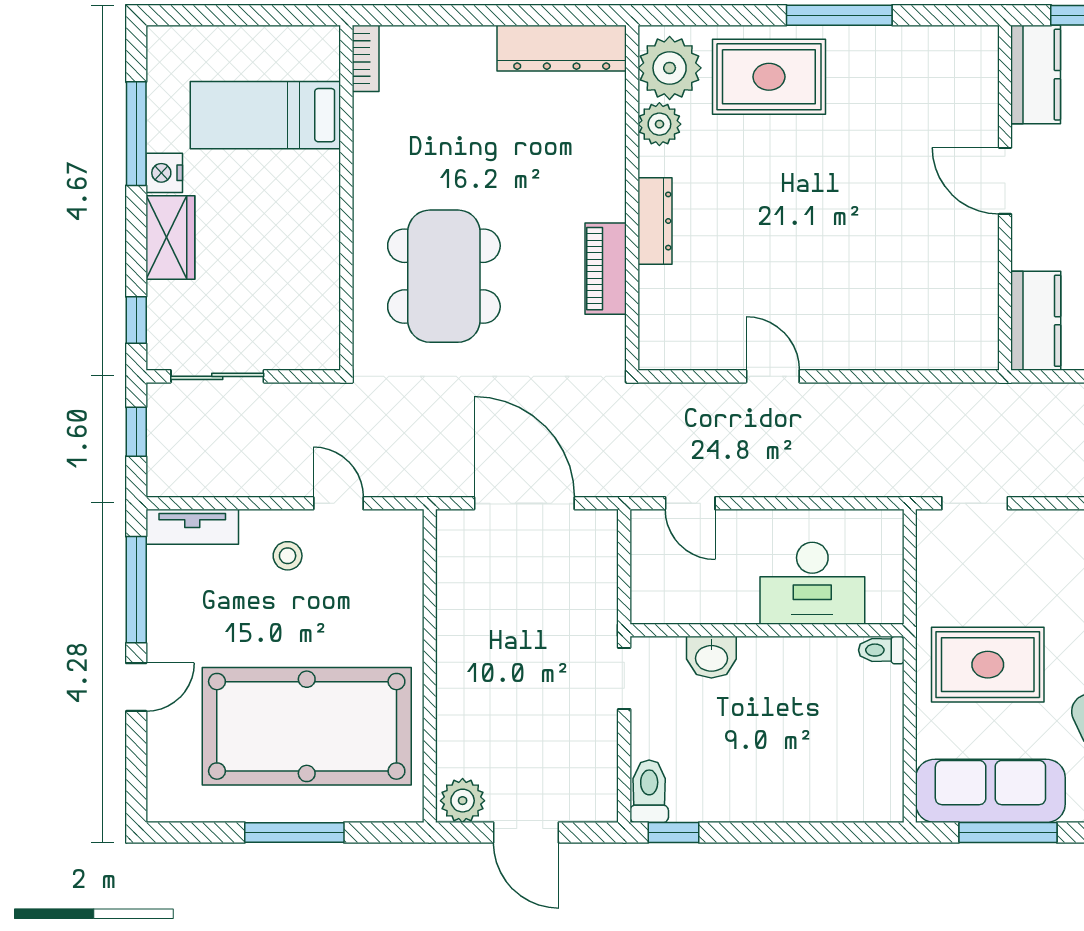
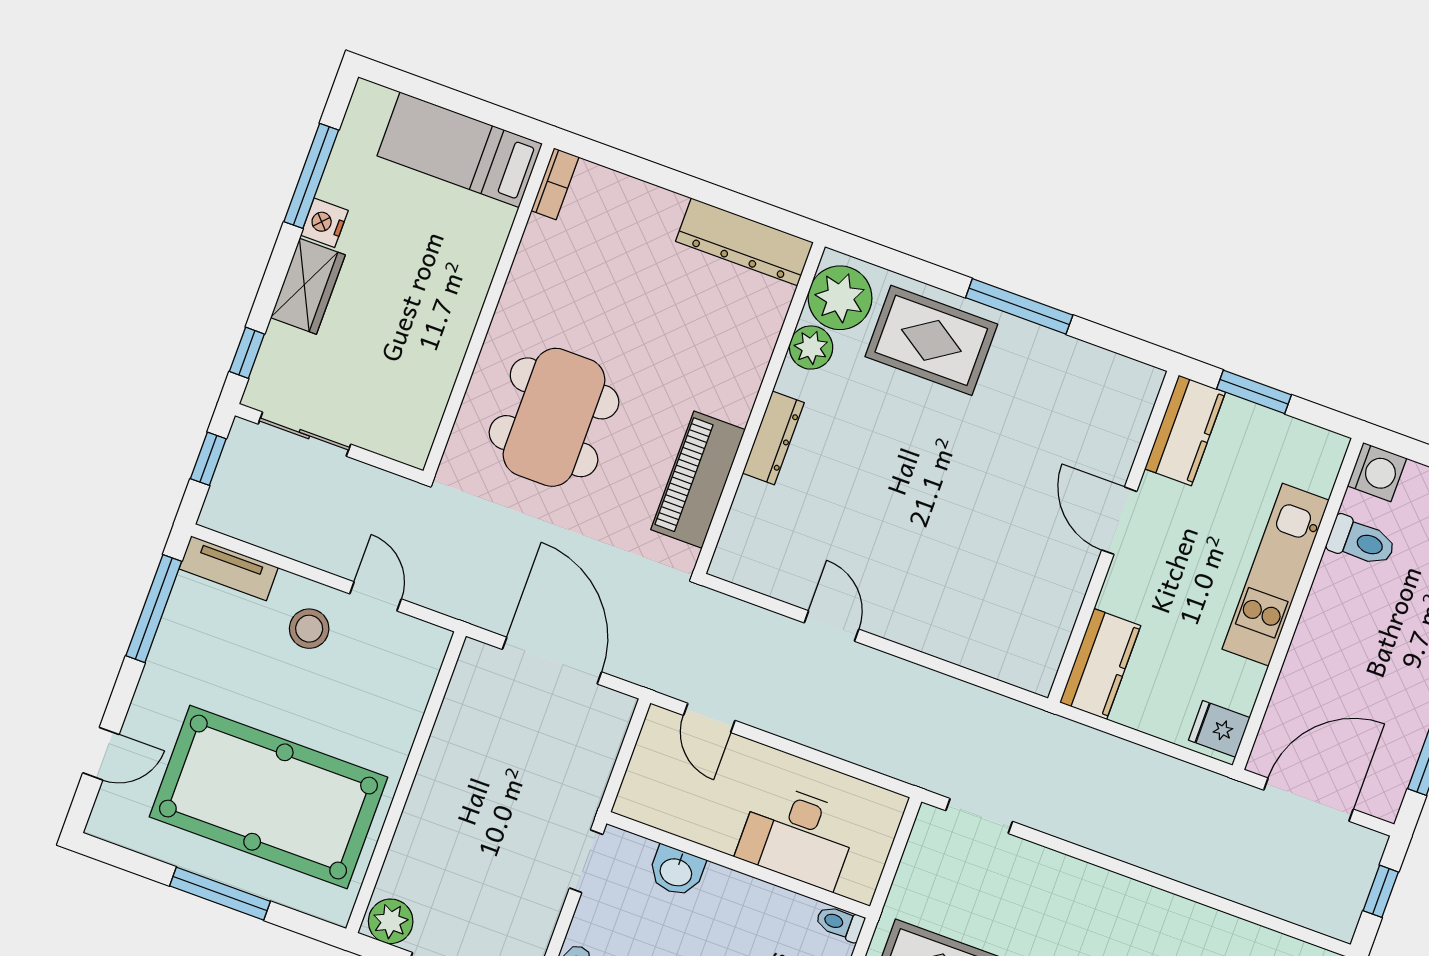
bed: (265, 115) -> (460, 150), moved
piano: (606, 269) -> (698, 480), width x1.37, depth x1.33
stool: (288, 556) -> (309, 629), width x1.37, depth x1.37
door: (136, 687) -> (101, 754), moved

